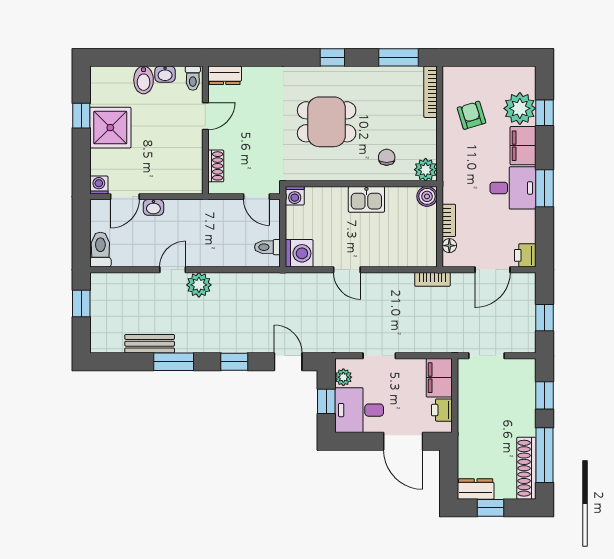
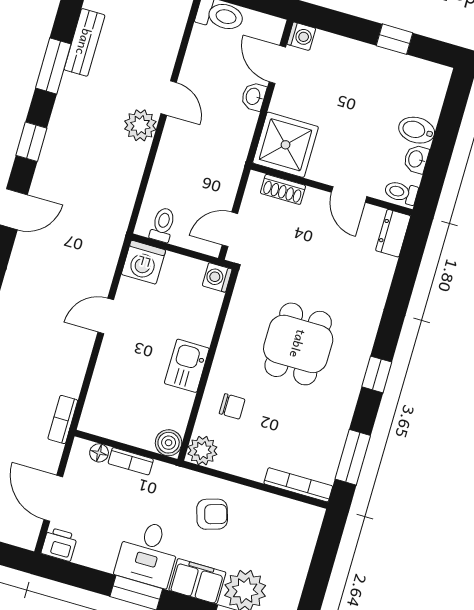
armchair: (471, 115) -> (212, 514), moved
shower: (110, 128) -> (285, 145), moved

